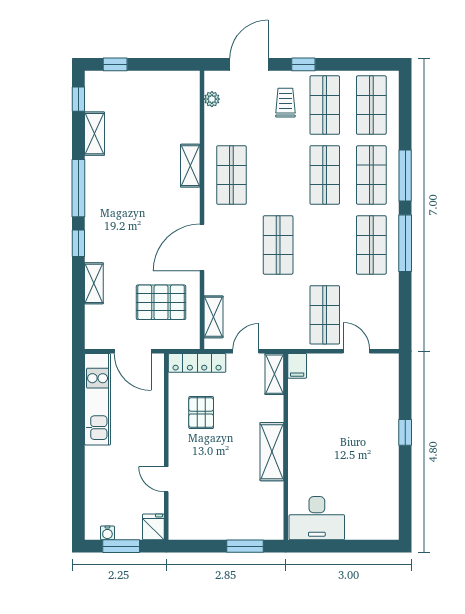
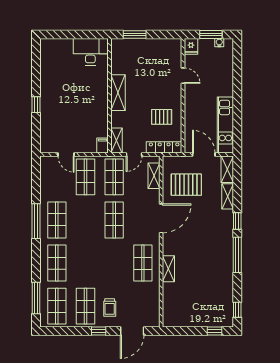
plant: (212, 99) -> (155, 310), removed
shelving: (94, 134) -> (227, 169), moved
shop shelf: (325, 175) -> (114, 177), moved
window: (405, 176) -> (36, 298), moved
pallet: (201, 413) -> (162, 117), turned 90

